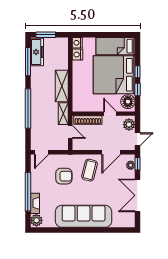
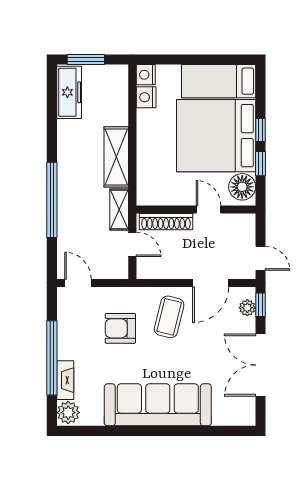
window: (28, 62) -> (52, 111), removed
plant: (129, 125) -> (244, 230), removed
door: (138, 139) -> (260, 258), hinge flipped
door: (42, 152) -> (78, 283), swing flipped
armchair: (64, 176) -> (120, 328), turned 180

